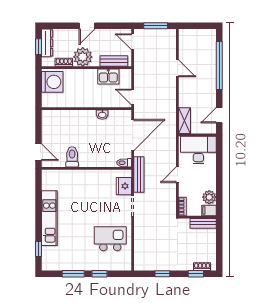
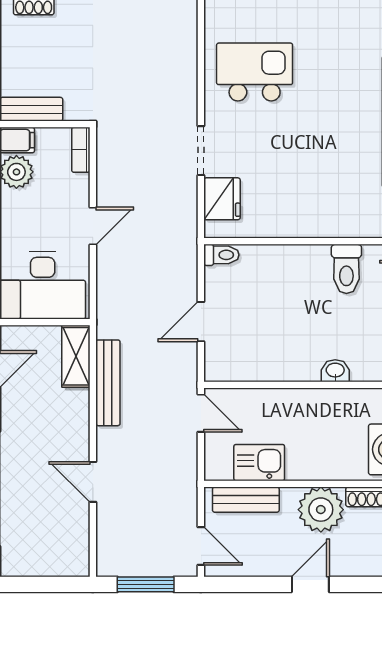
washbasin: (102, 115) -> (335, 371), moved
door: (133, 135) -> (201, 322), width x0.53
bench: (139, 174) -> (108, 383), moved
kitchen island: (110, 239) -> (255, 72), turned 180

